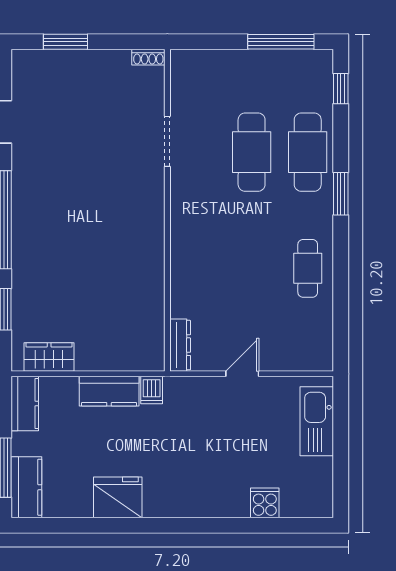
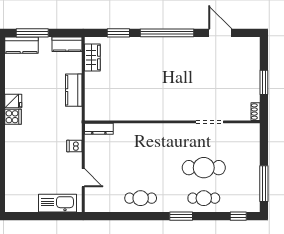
window: (65, 42) -> (264, 82), moved
cafe table: (308, 152) -> (204, 198), width x0.73, depth x0.74
door: (242, 374) -> (83, 178), moved
dishwasher: (152, 390) -> (74, 146), moved
fridge: (118, 497) -> (13, 101), width x0.53, depth x0.75
cooker: (265, 503) -> (13, 117), moved

